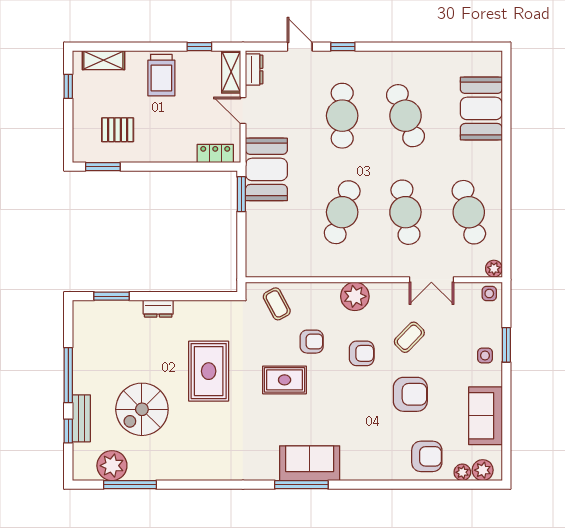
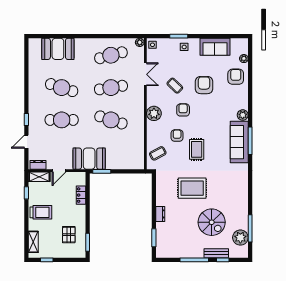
cafe table: (405, 116) -> (62, 88), turned 39
locker: (215, 153) -> (81, 195), moved
sofa: (310, 463) -> (239, 142), width x1.36
plant: (483, 470) -> (243, 115), moved

